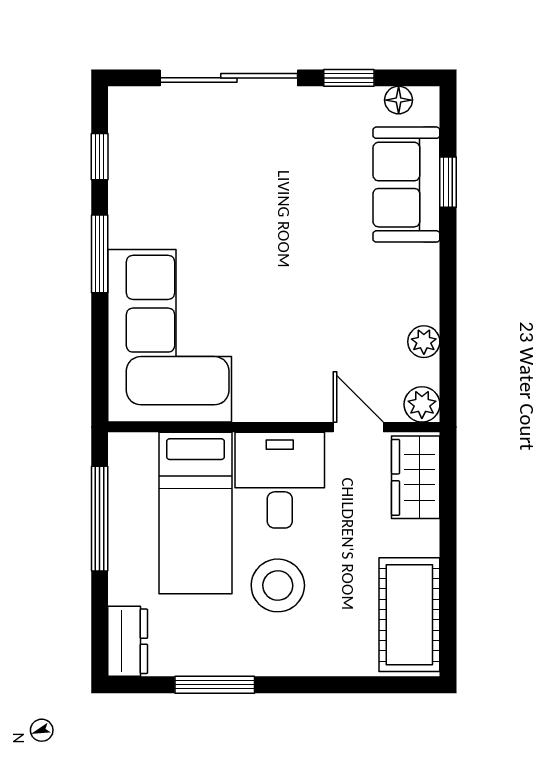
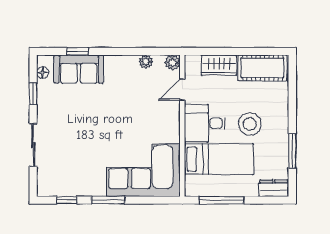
sliding door: (229, 78) -> (33, 145), width x0.73
wardrobe: (416, 477) -> (219, 65), moved

